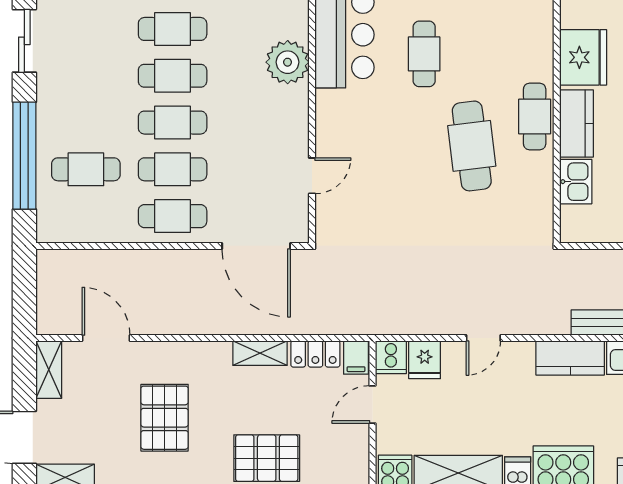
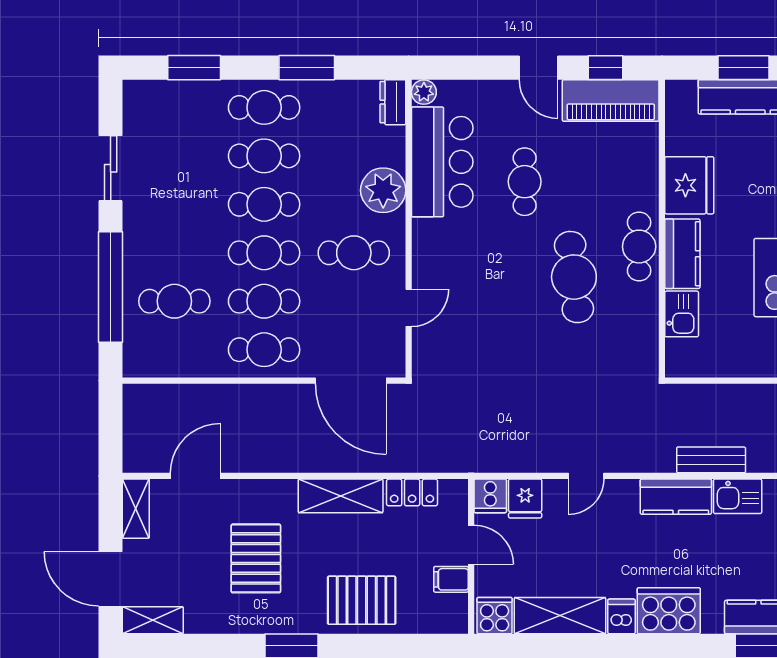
cafe table: (259, 123) -> (354, 253), added
door: (106, 338) -> (195, 476), hinge flipped
shelving: (260, 353) -> (341, 496), width x1.50, depth x1.33
filing cabinet: (356, 358) -> (451, 579), moved, turned 90
door: (373, 404) -> (471, 545), swing flipped

